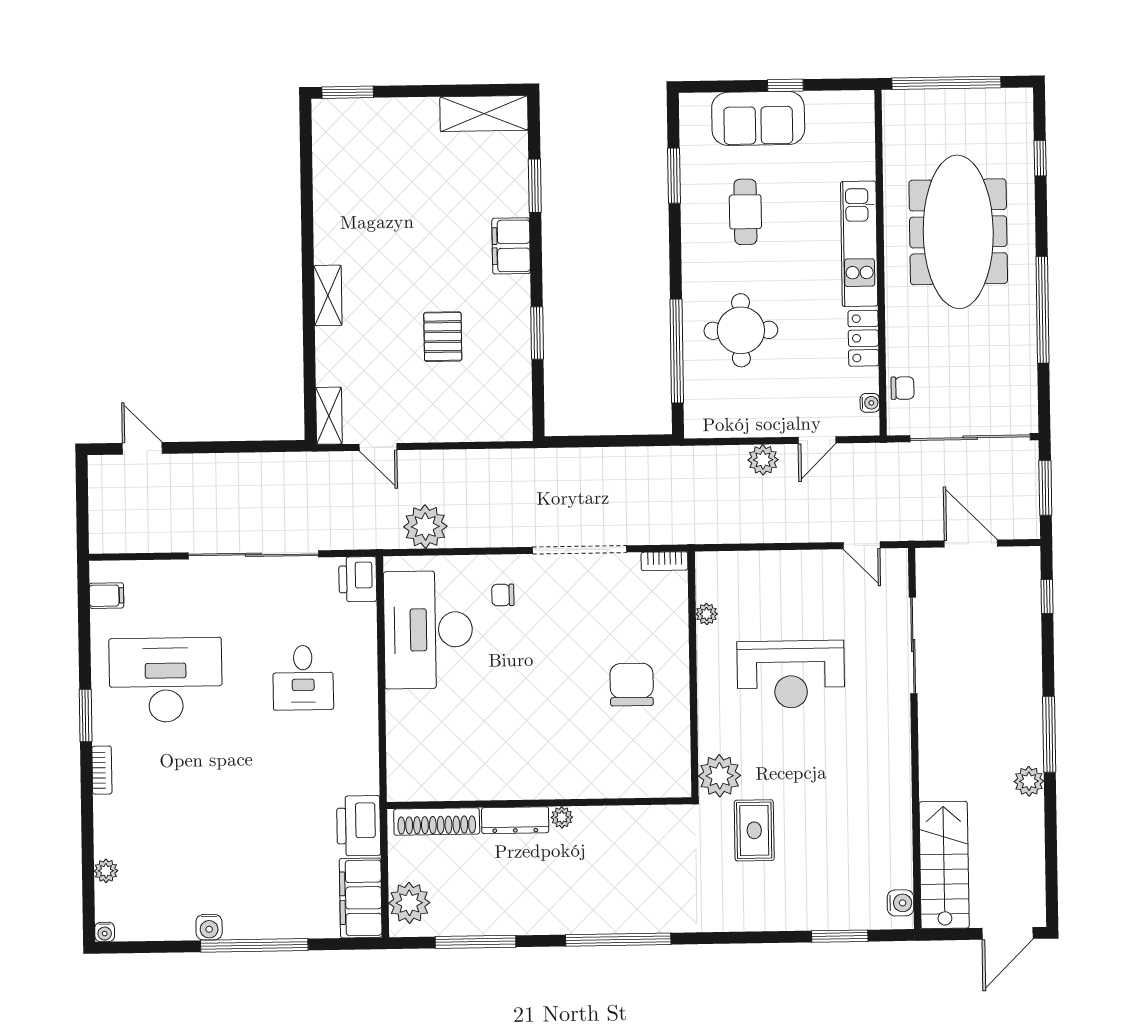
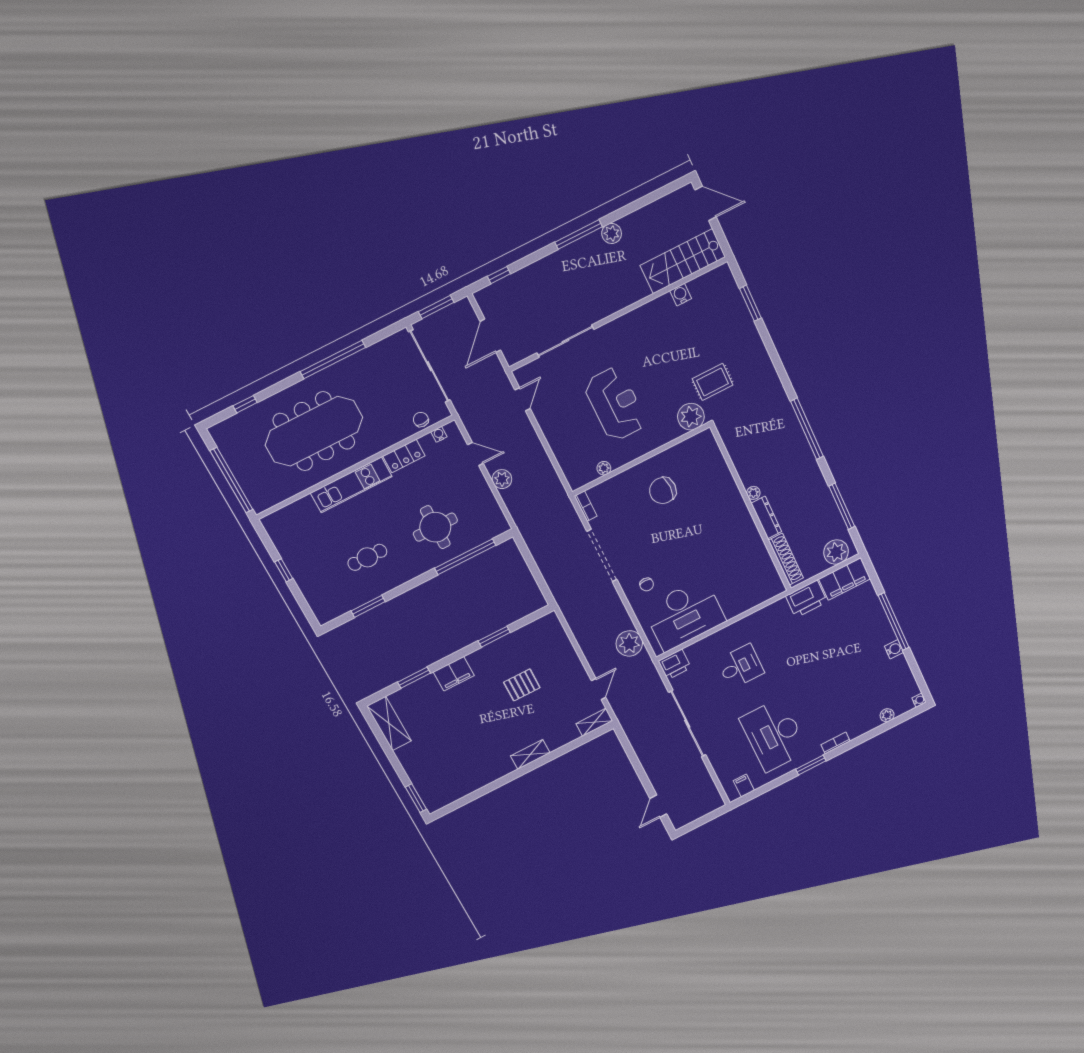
sofa: (758, 118) -> (311, 576), removed
water cooler: (900, 903) -> (681, 295), moved

